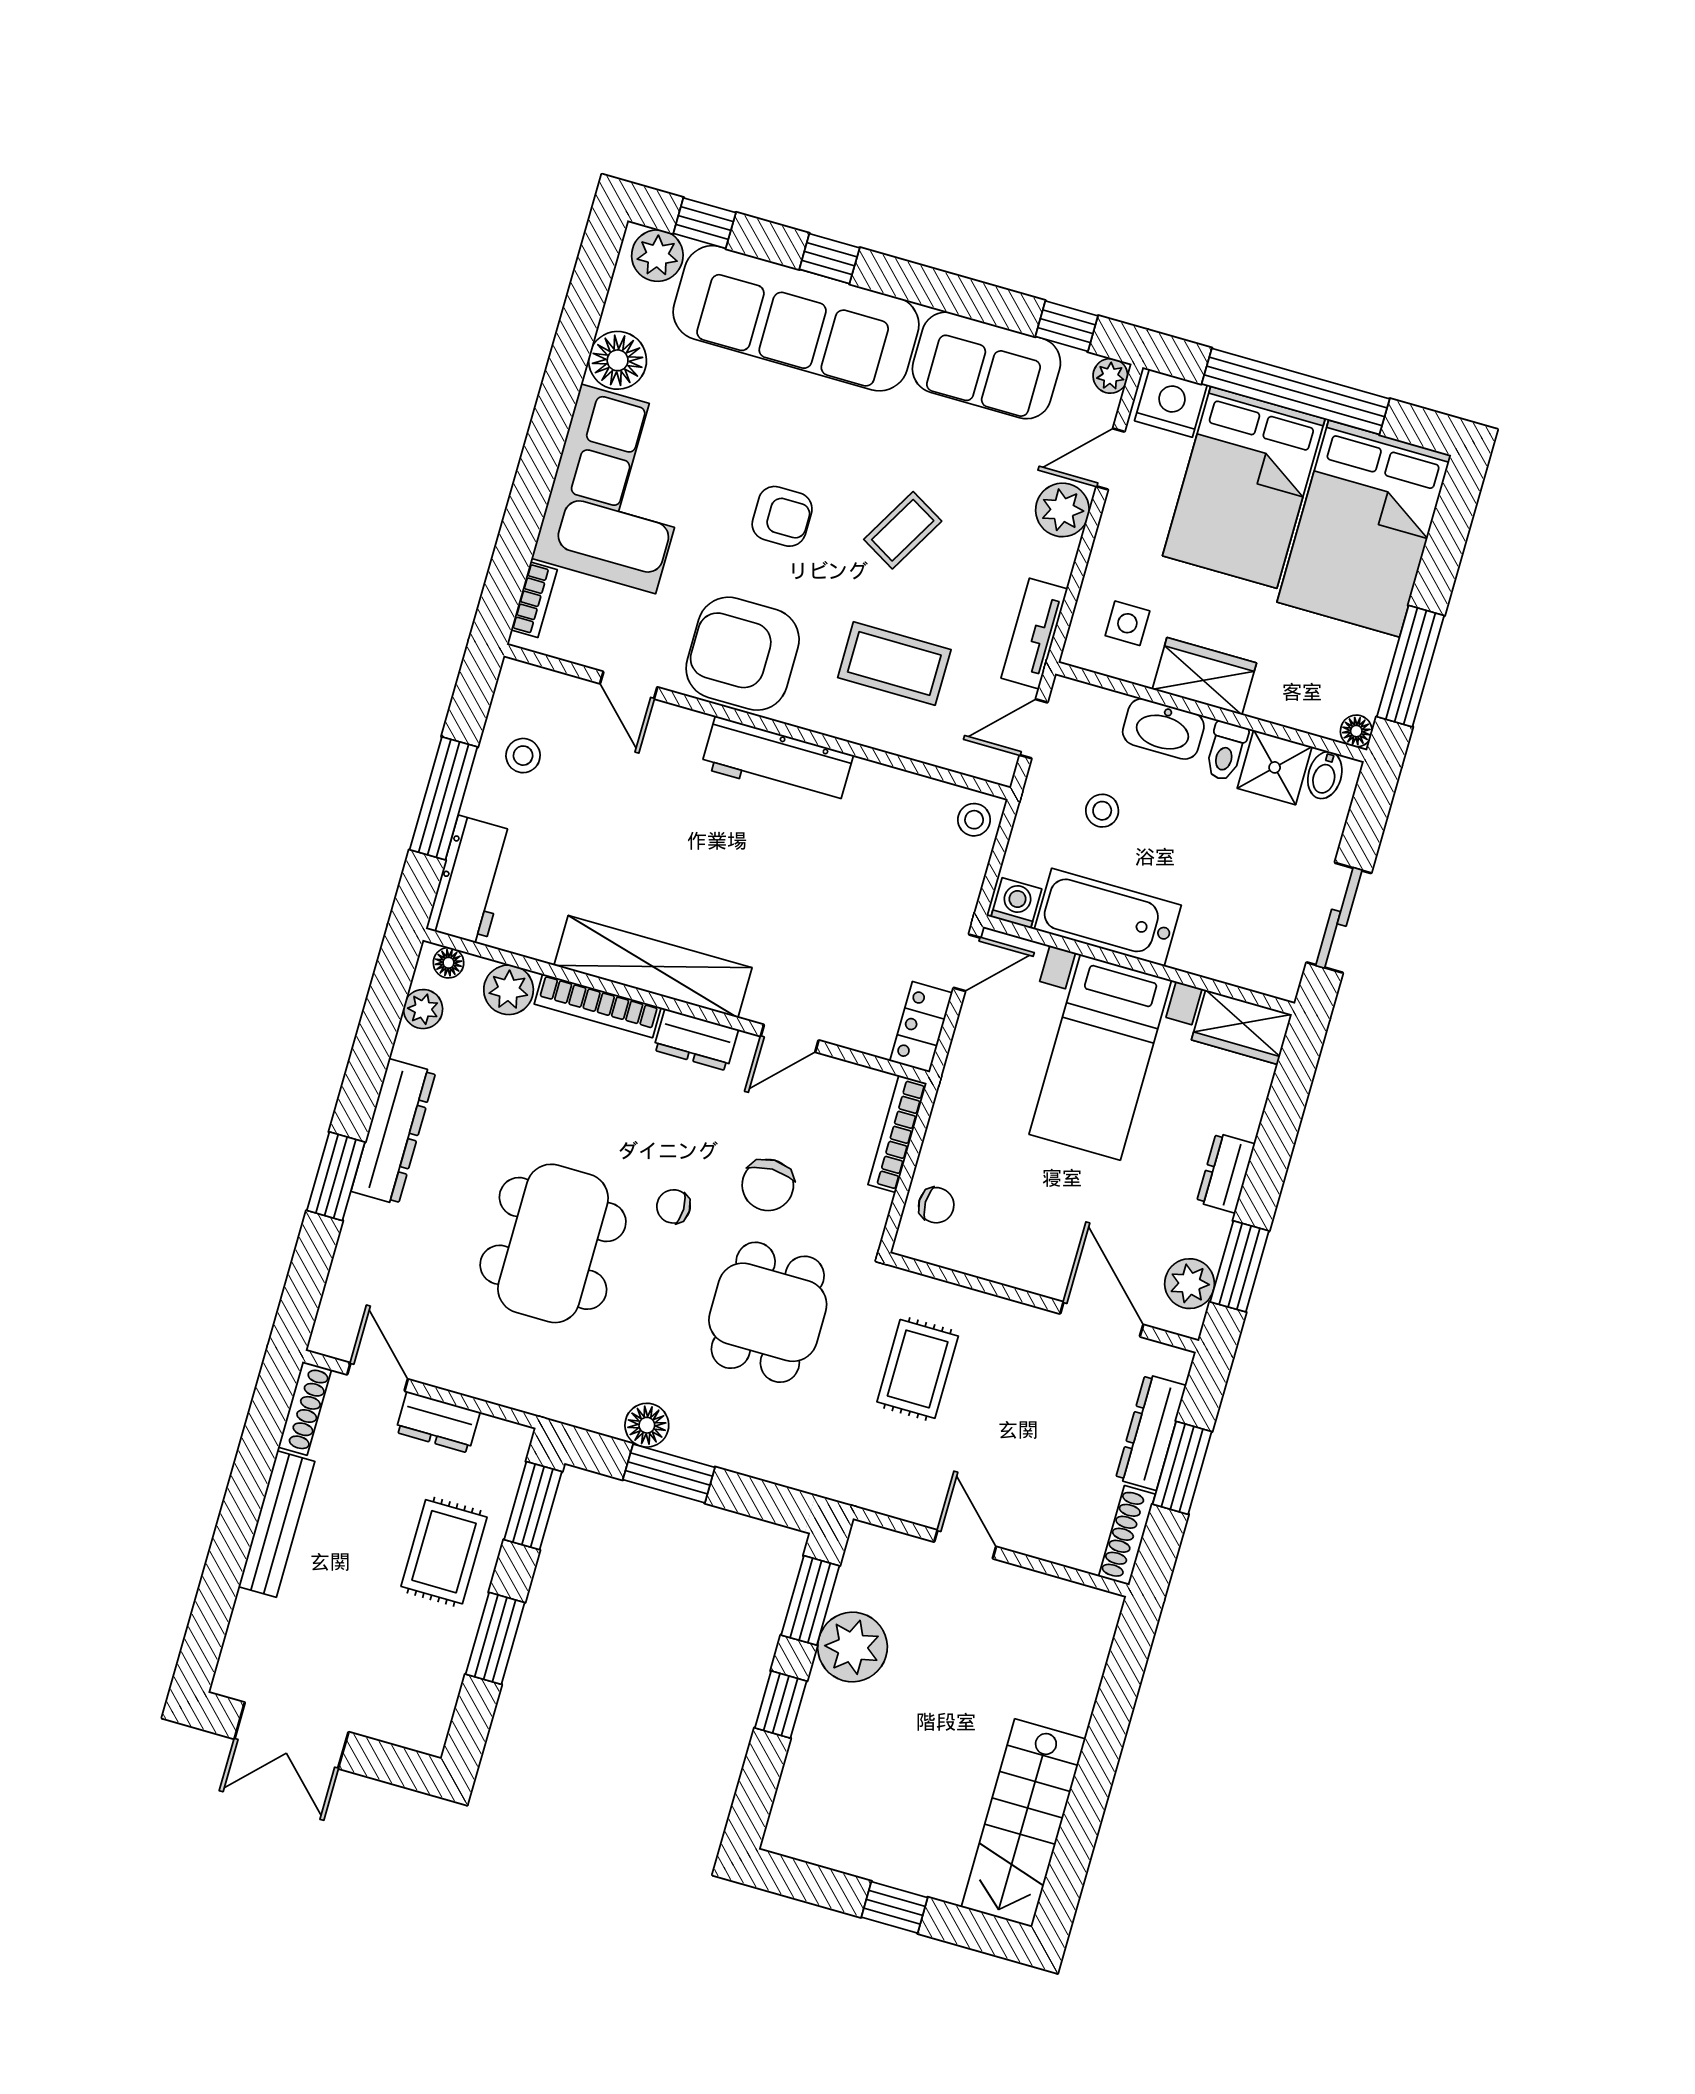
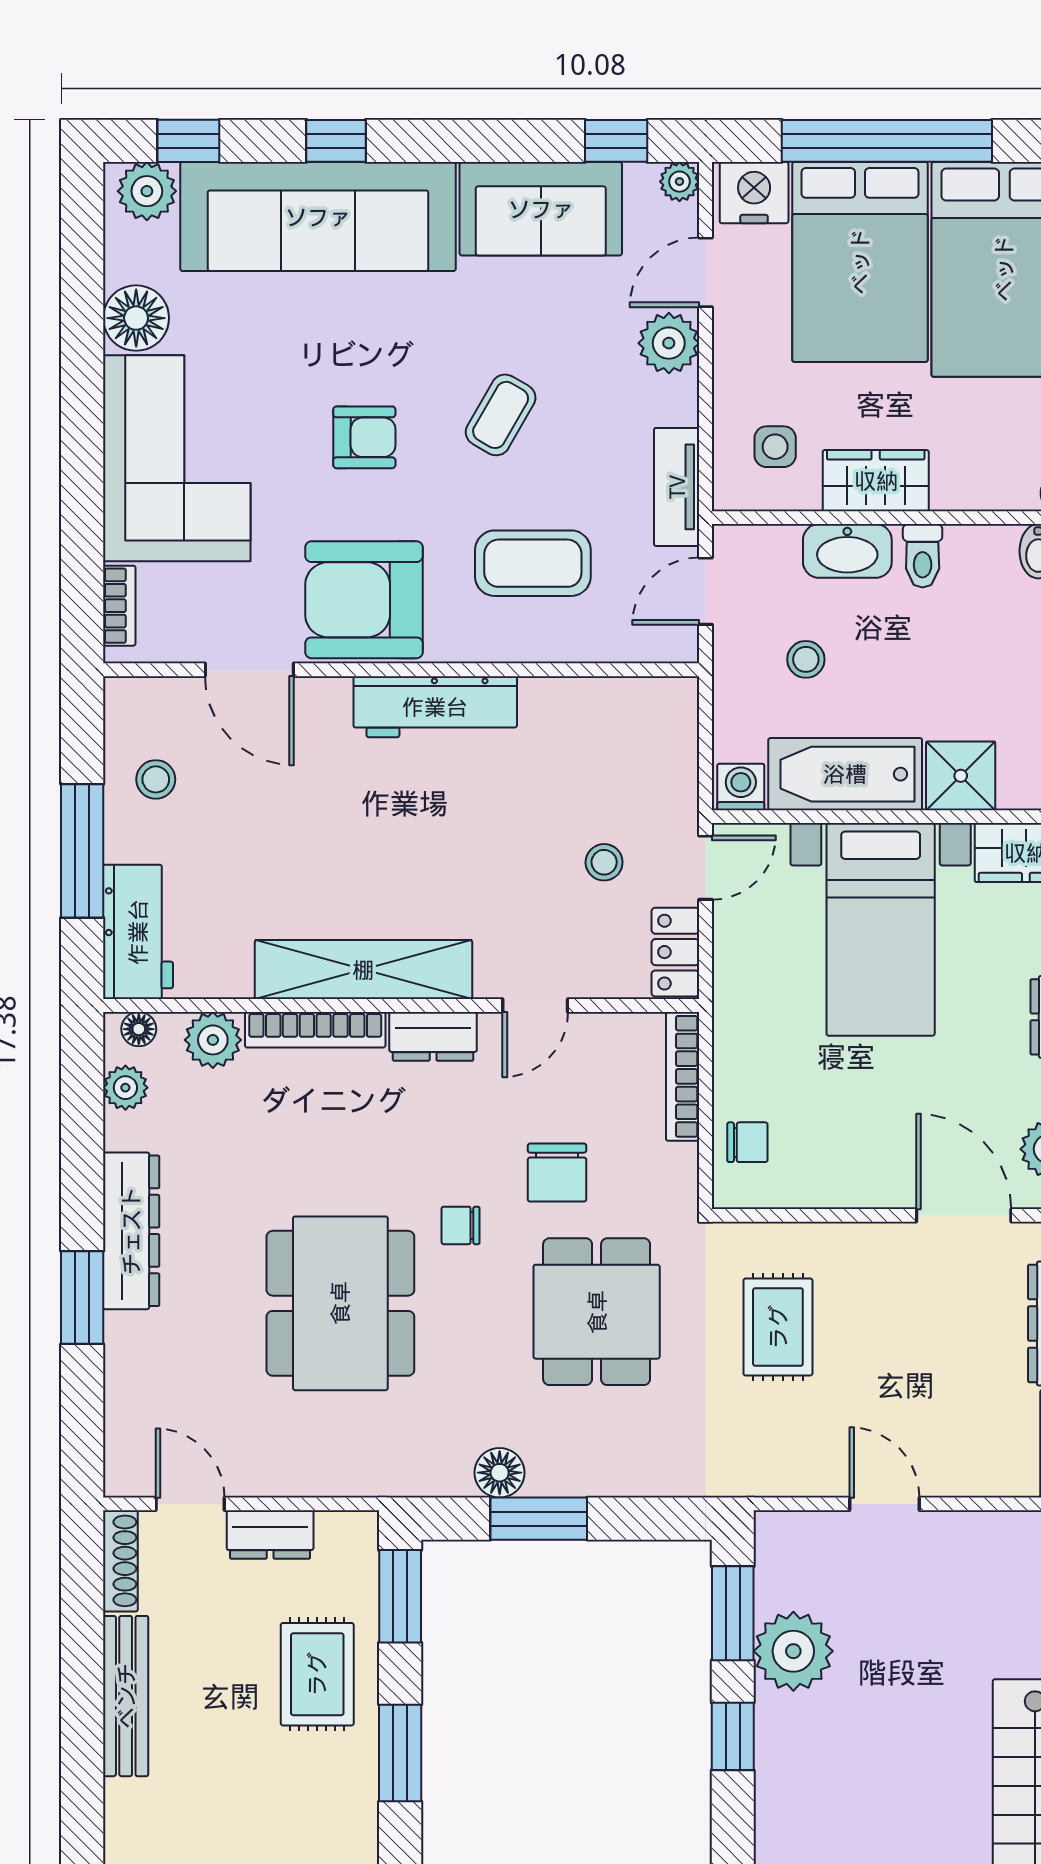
door: (629, 685) -> (249, 670), width x1.38
shower: (1275, 767) -> (961, 776), moved
stool: (974, 820) -> (604, 862), moved

